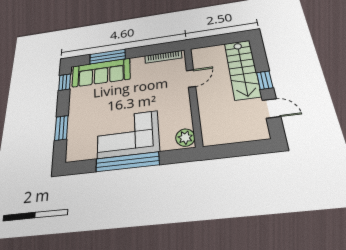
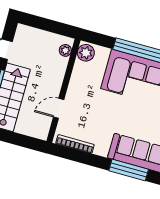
plant: (208, 132) -> (65, 50), added

